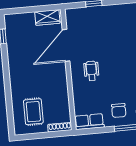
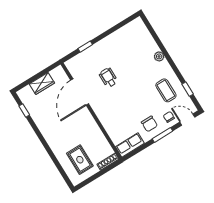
wardrobe: (47, 17) -> (42, 84), moved
wheelchair: (91, 71) -> (108, 78), moved

